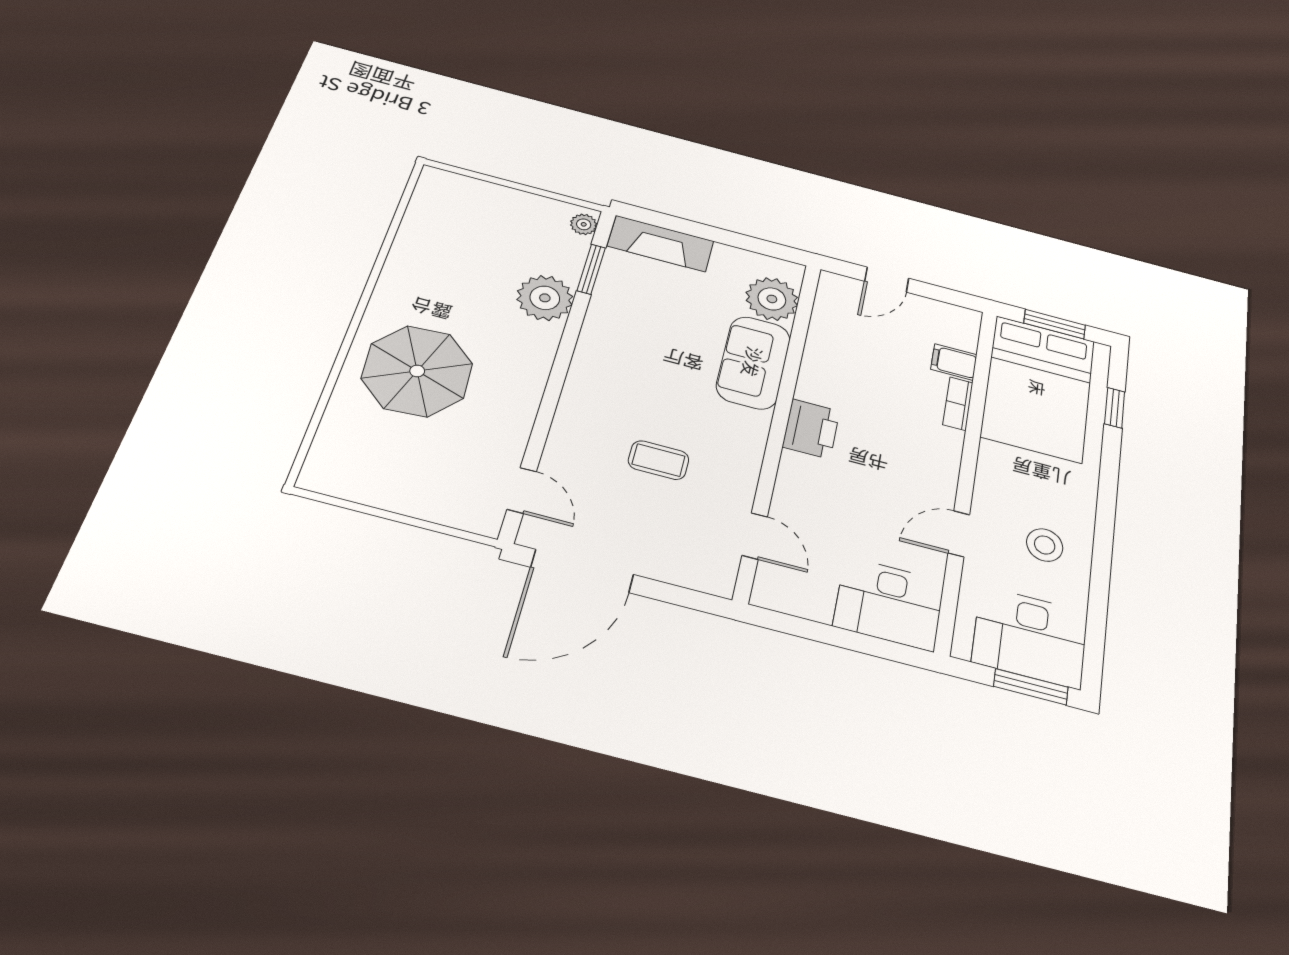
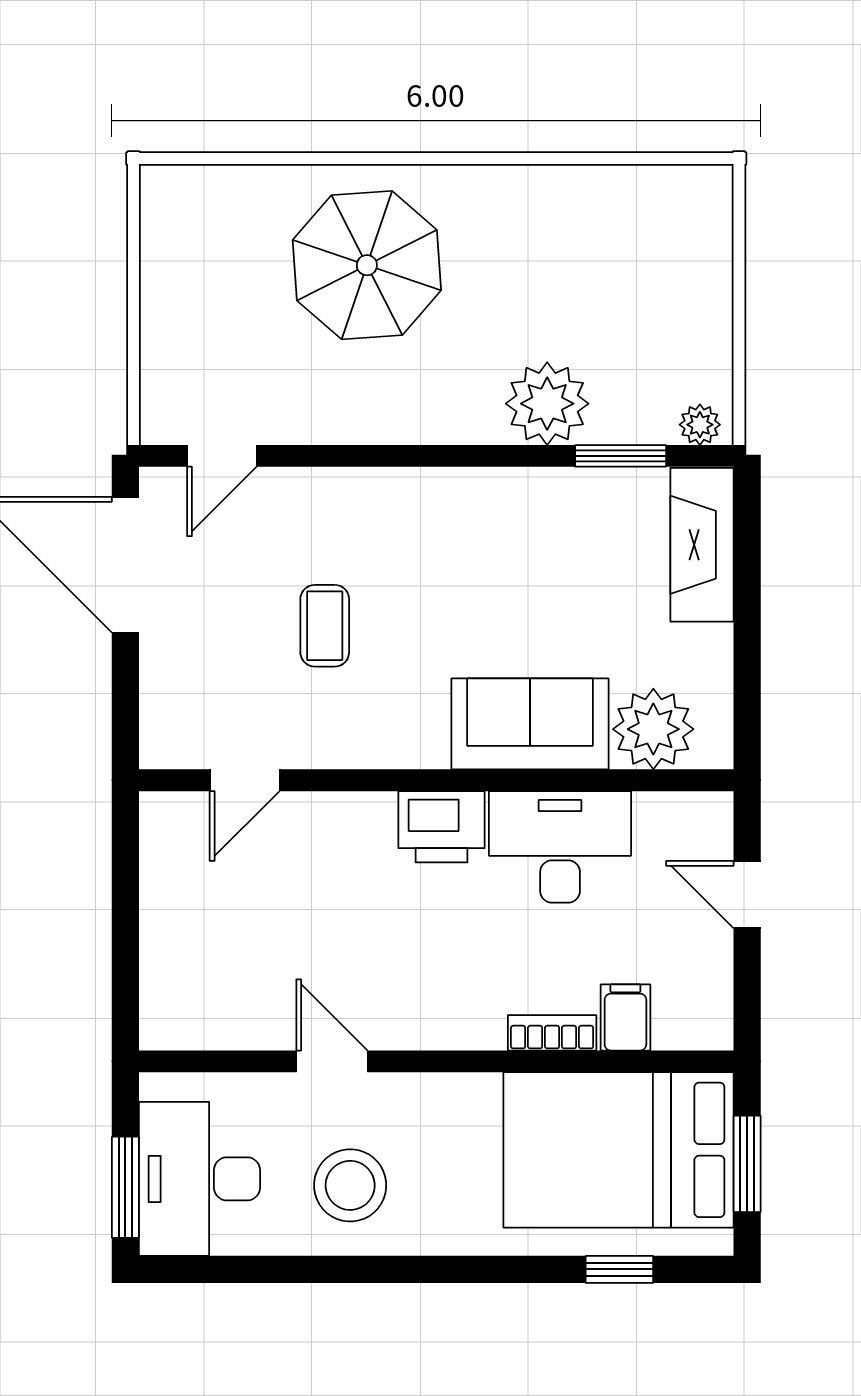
stool: (1045, 545) -> (350, 1185), width x1.38, depth x1.38
desk: (889, 604) -> (560, 847), moved, turned 90

